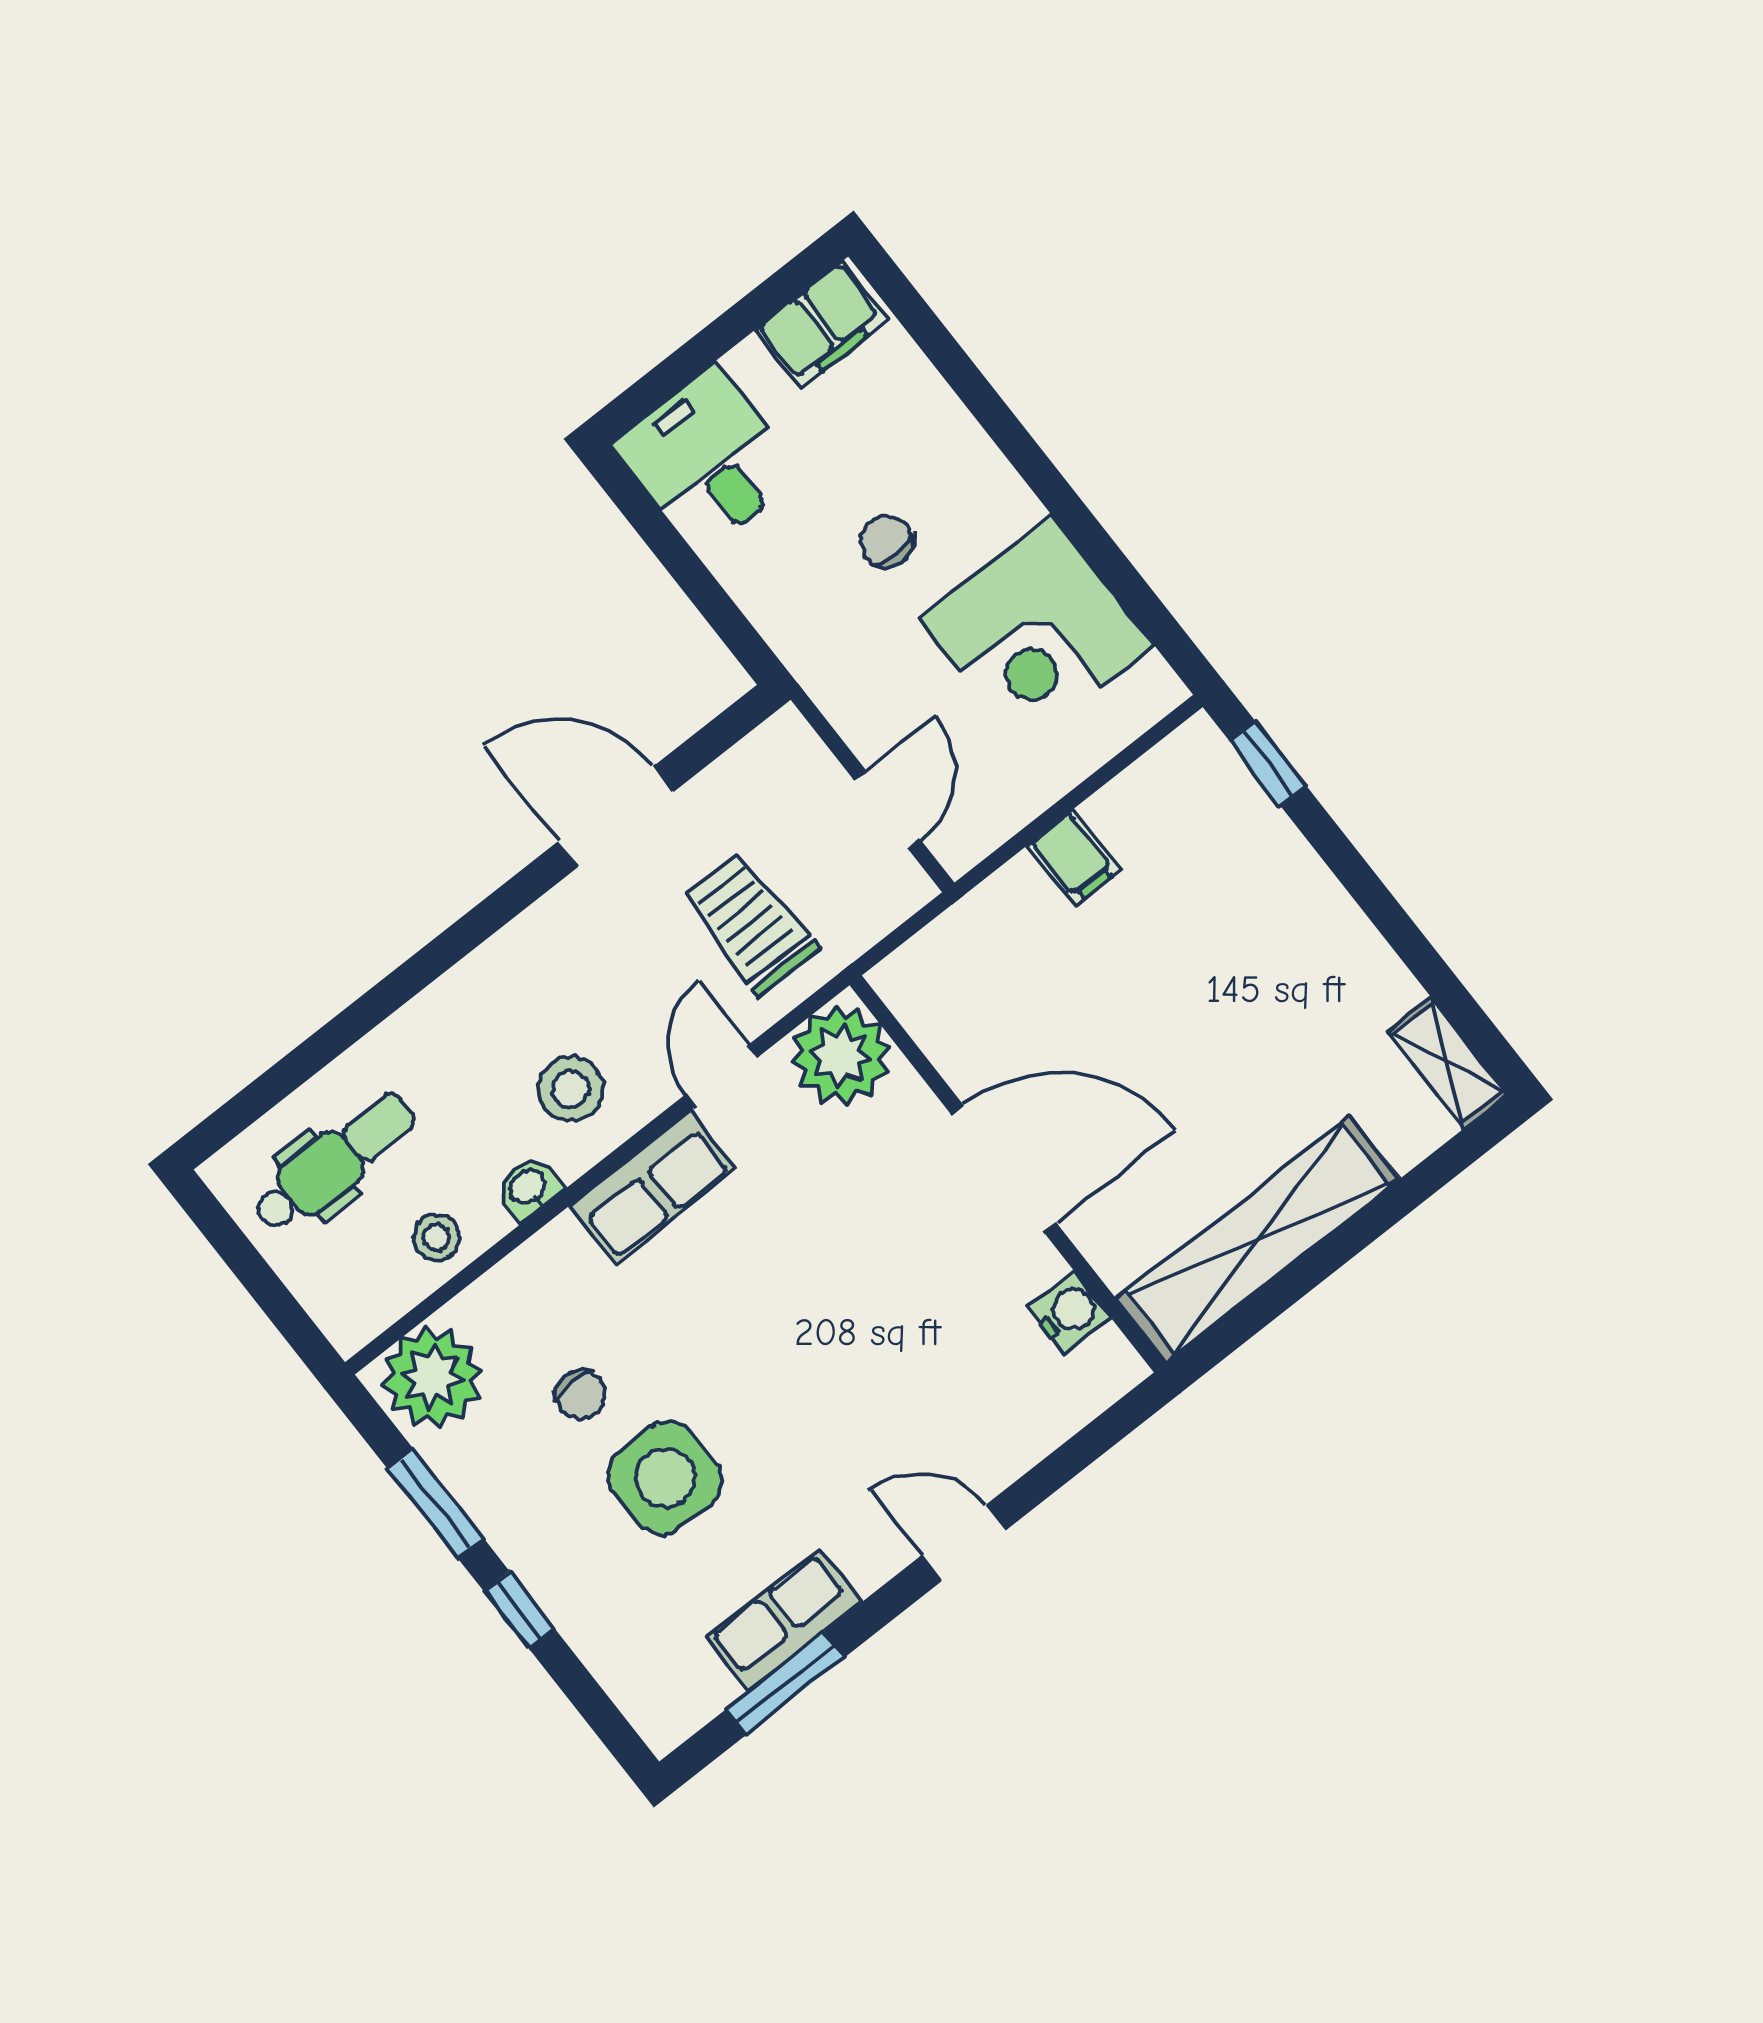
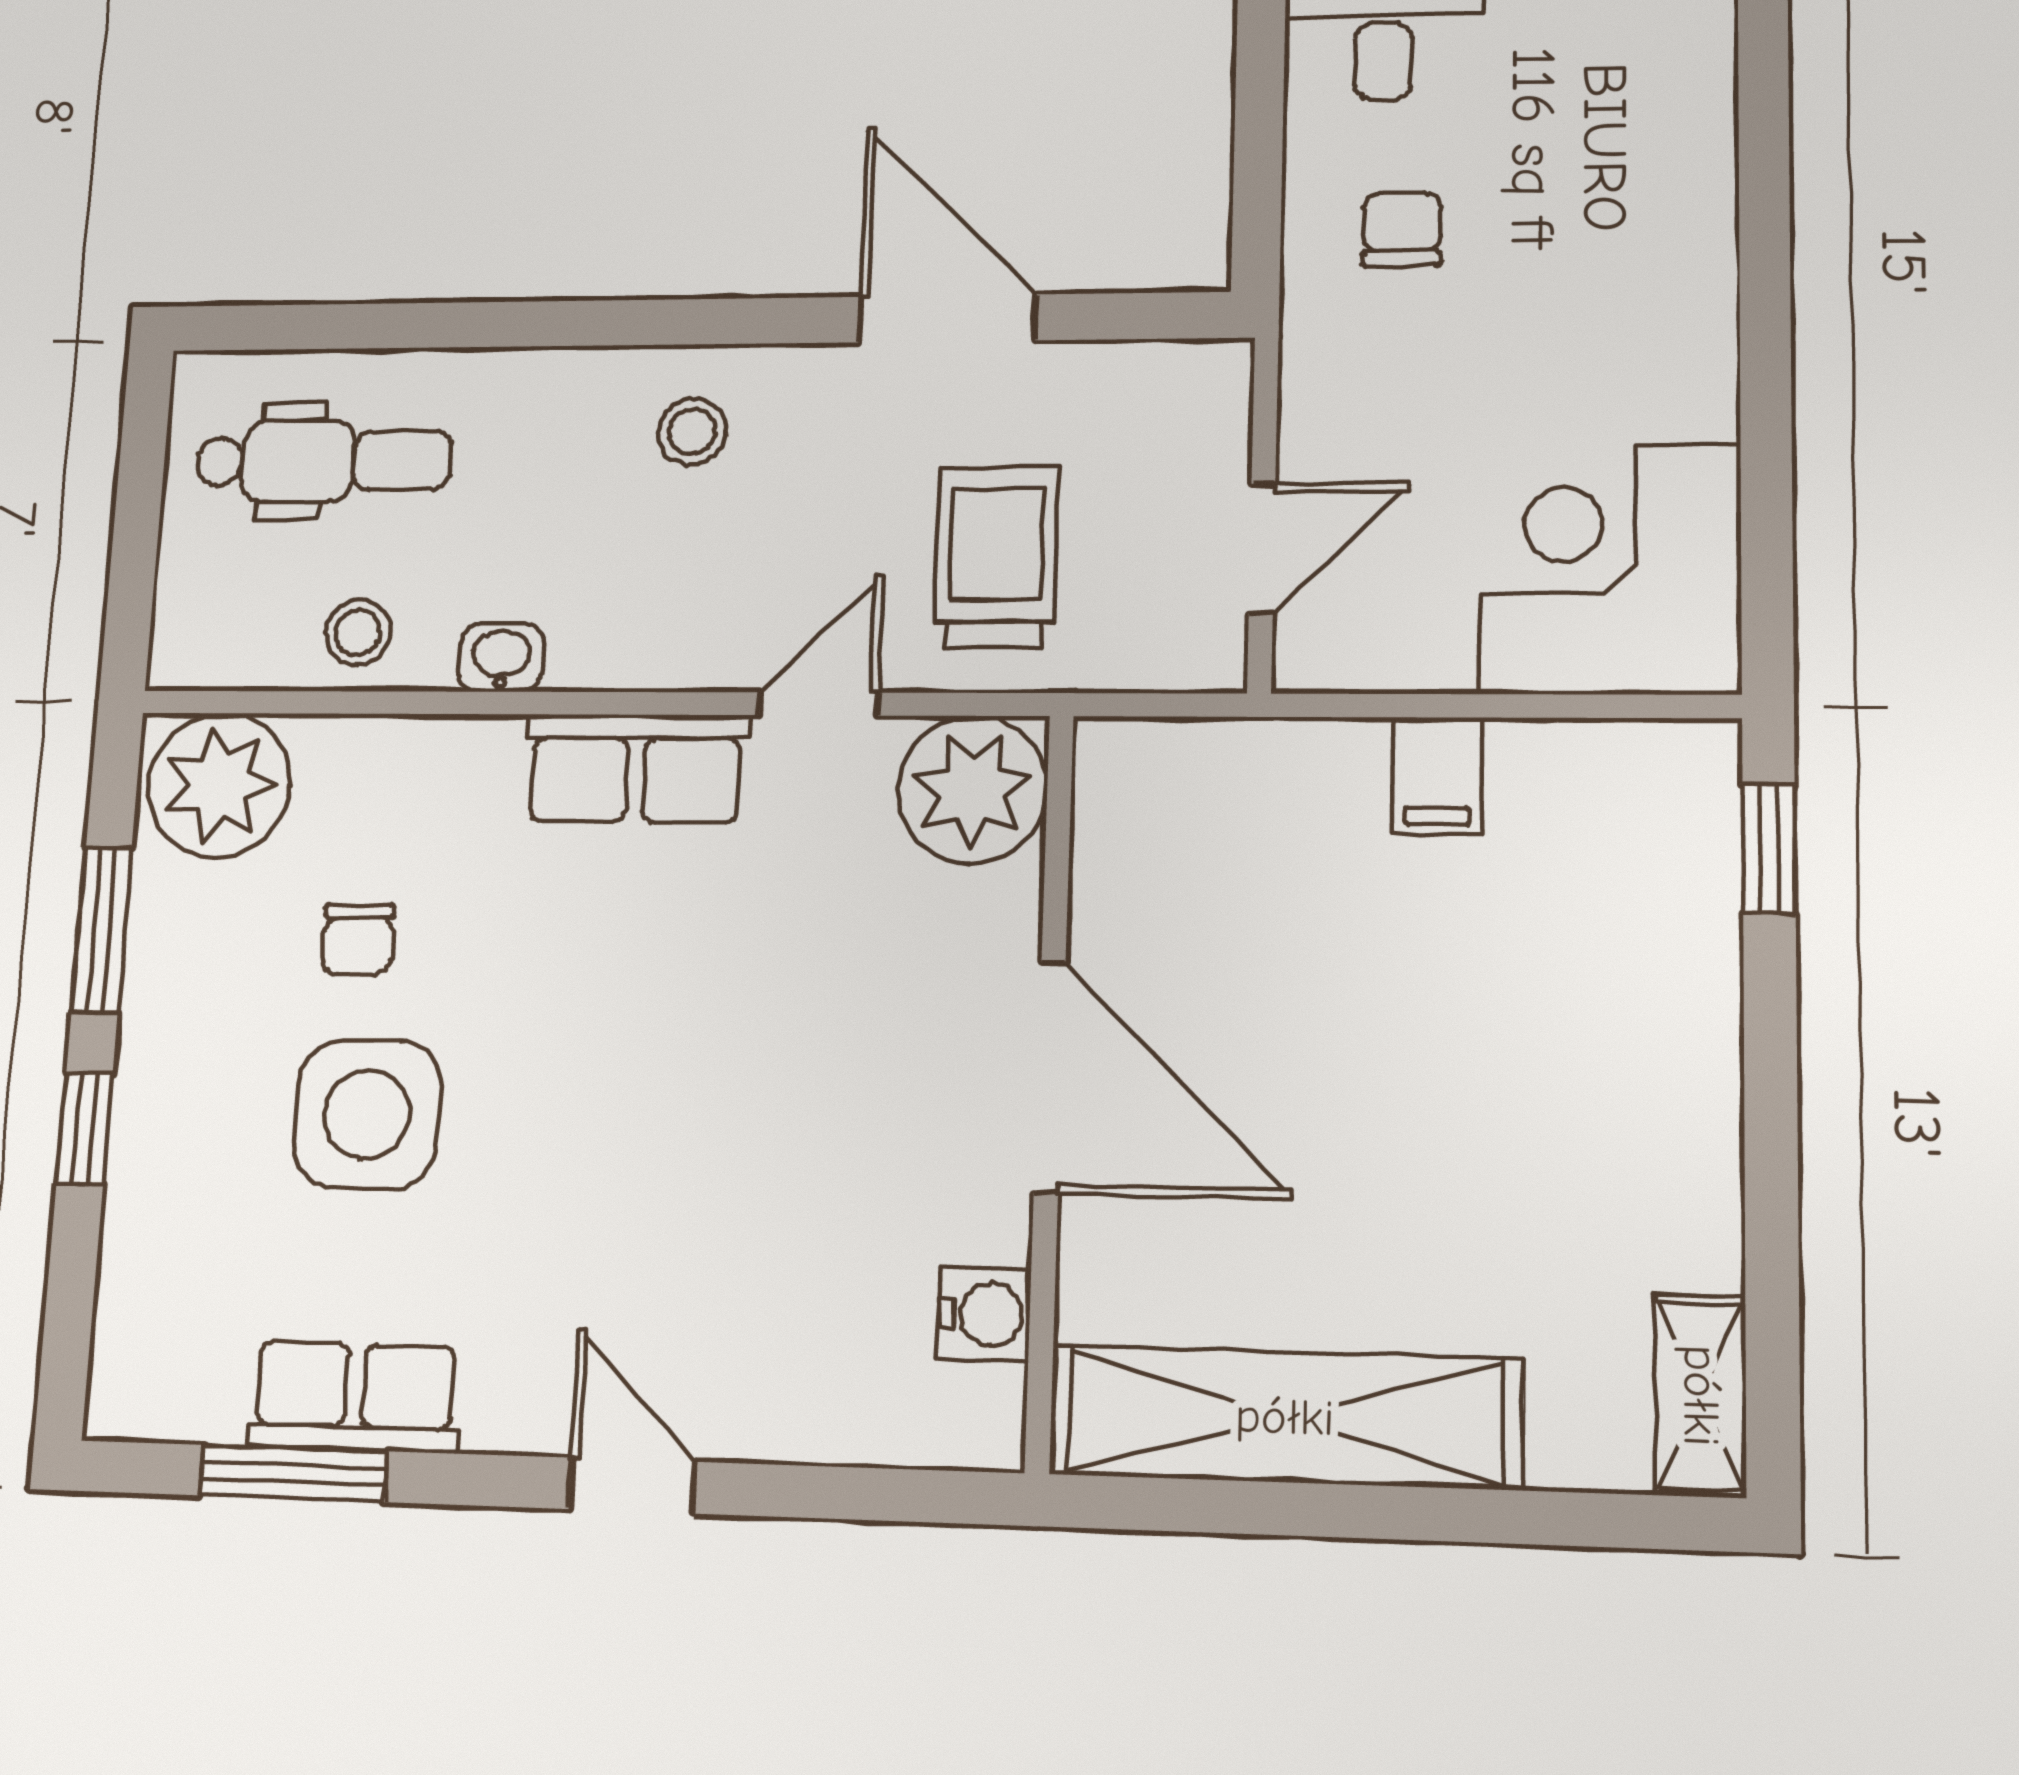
chair: (886, 541) -> (1402, 229), moved
corner desk: (1037, 632) -> (1610, 569), moved, turned 90
stool: (571, 1089) -> (692, 432), moved, width x0.73, depth x0.73

